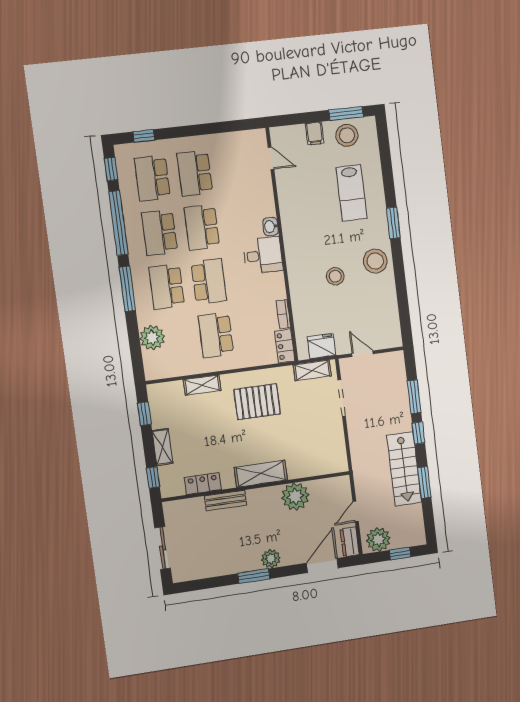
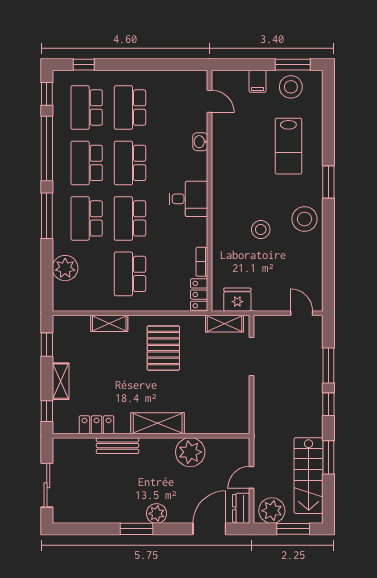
washbasin: (271, 227) -> (200, 142), moved
school desk: (209, 281) -> (130, 218), turned 180
door: (363, 354) -> (302, 313), moved
pallet: (257, 402) -> (163, 348), turned 90
stairs: (404, 469) -> (309, 476), moved
window: (400, 554) -> (293, 529), width x1.50

